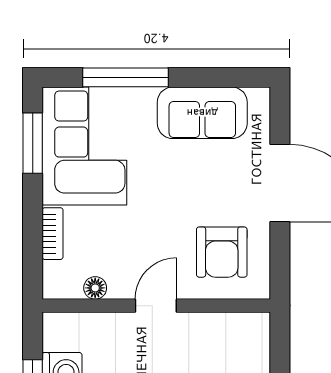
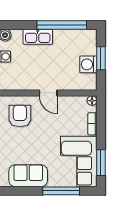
floor lamp: (95, 288) -> (92, 101), moved
door: (156, 306) -> (48, 93), hinge flipped

